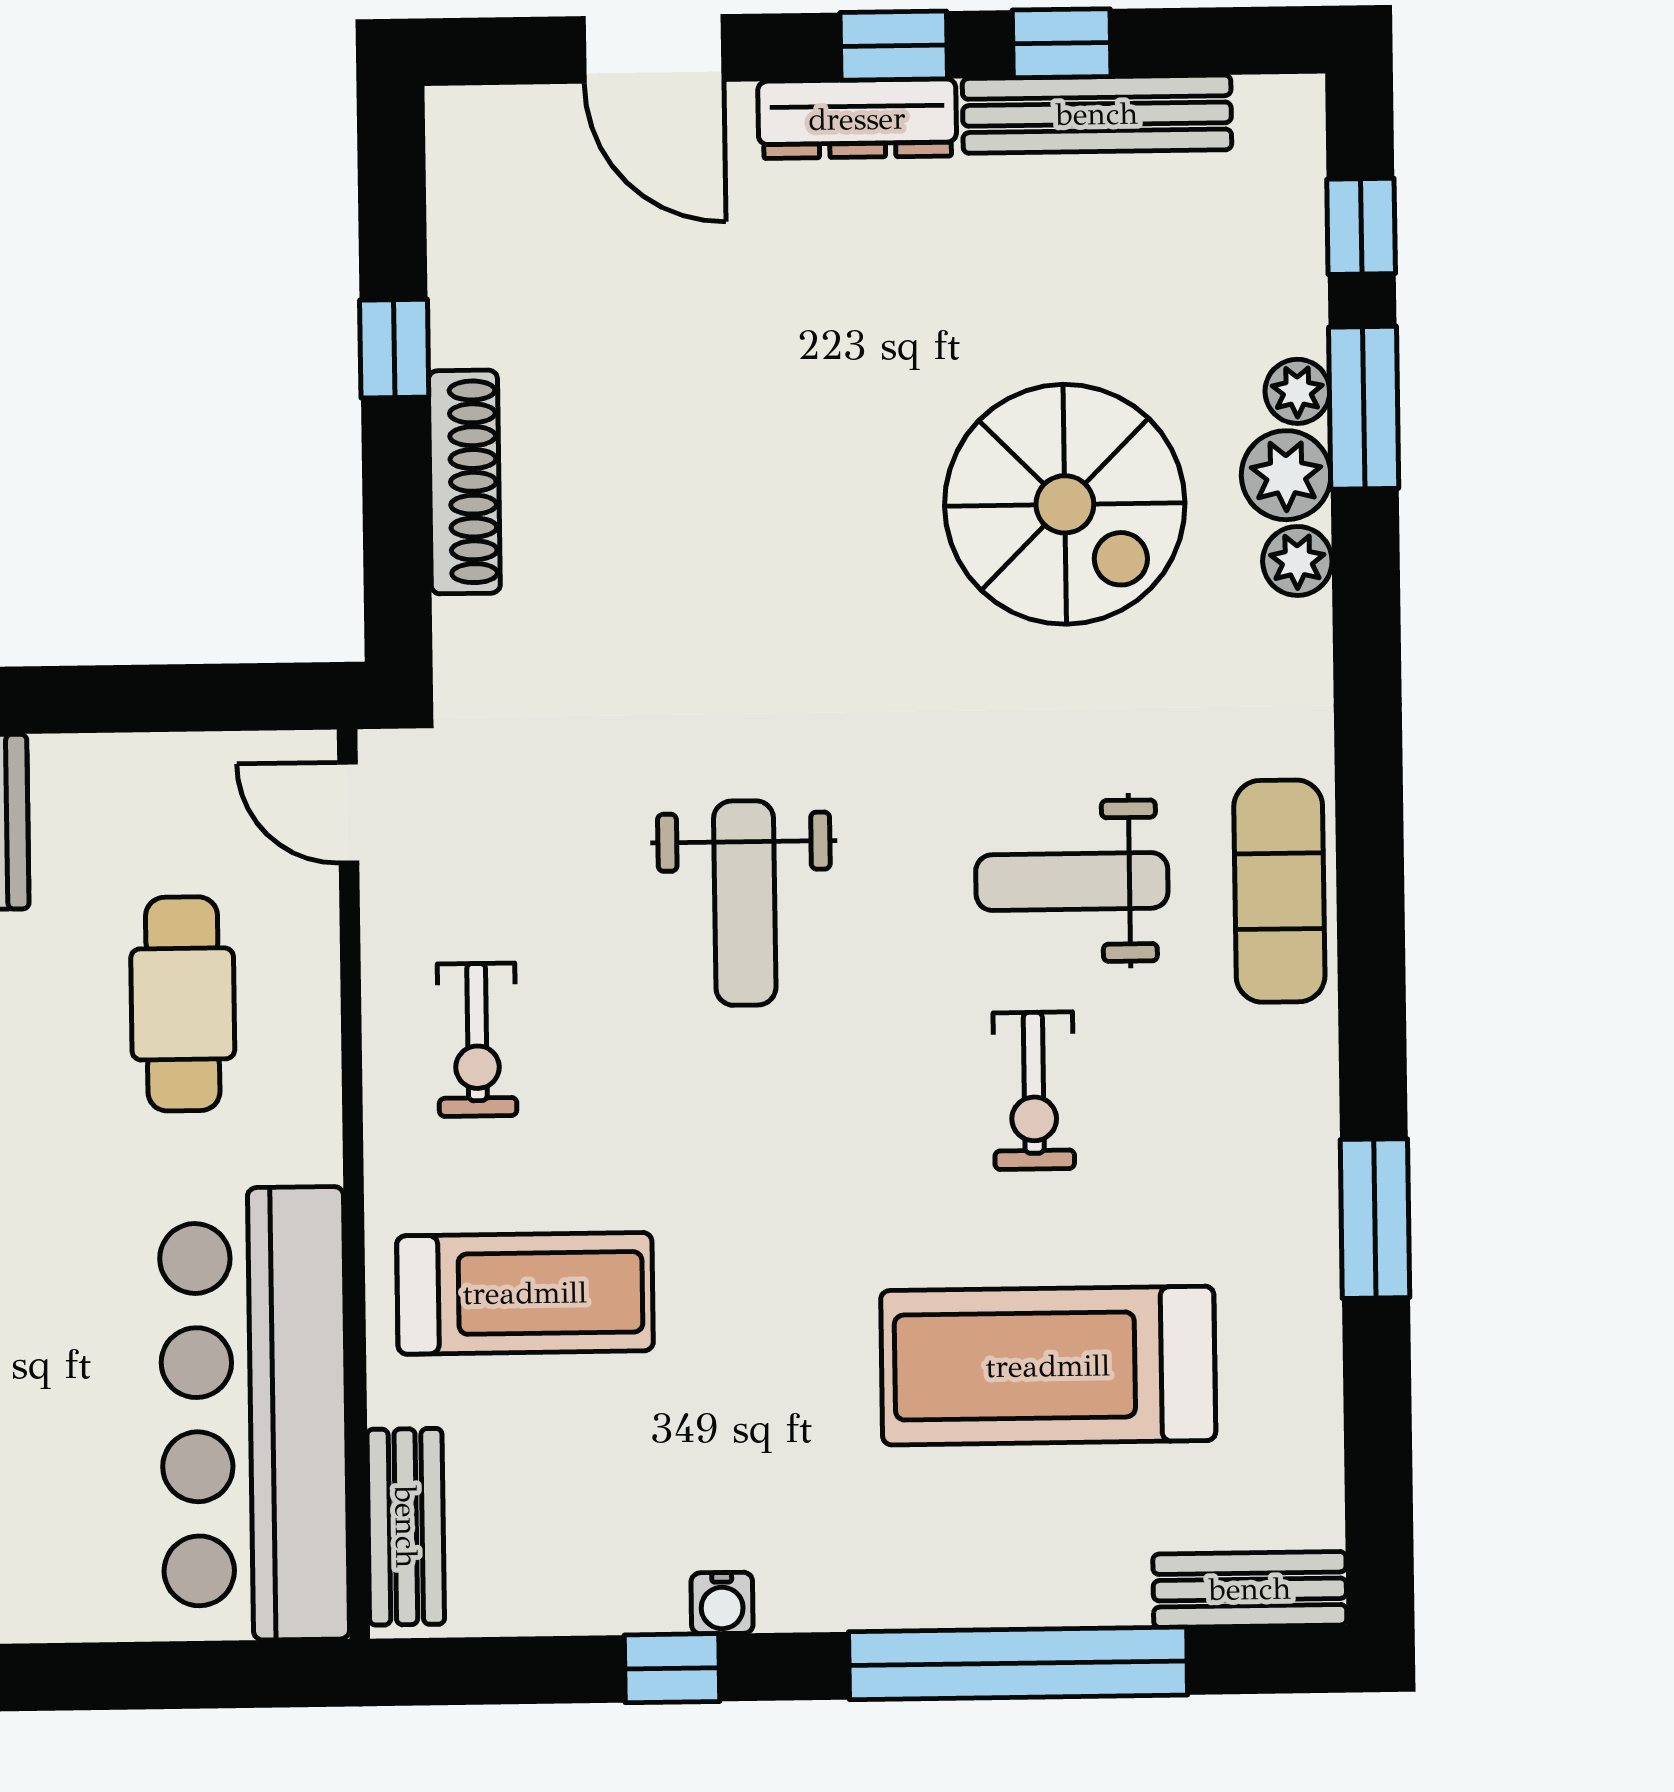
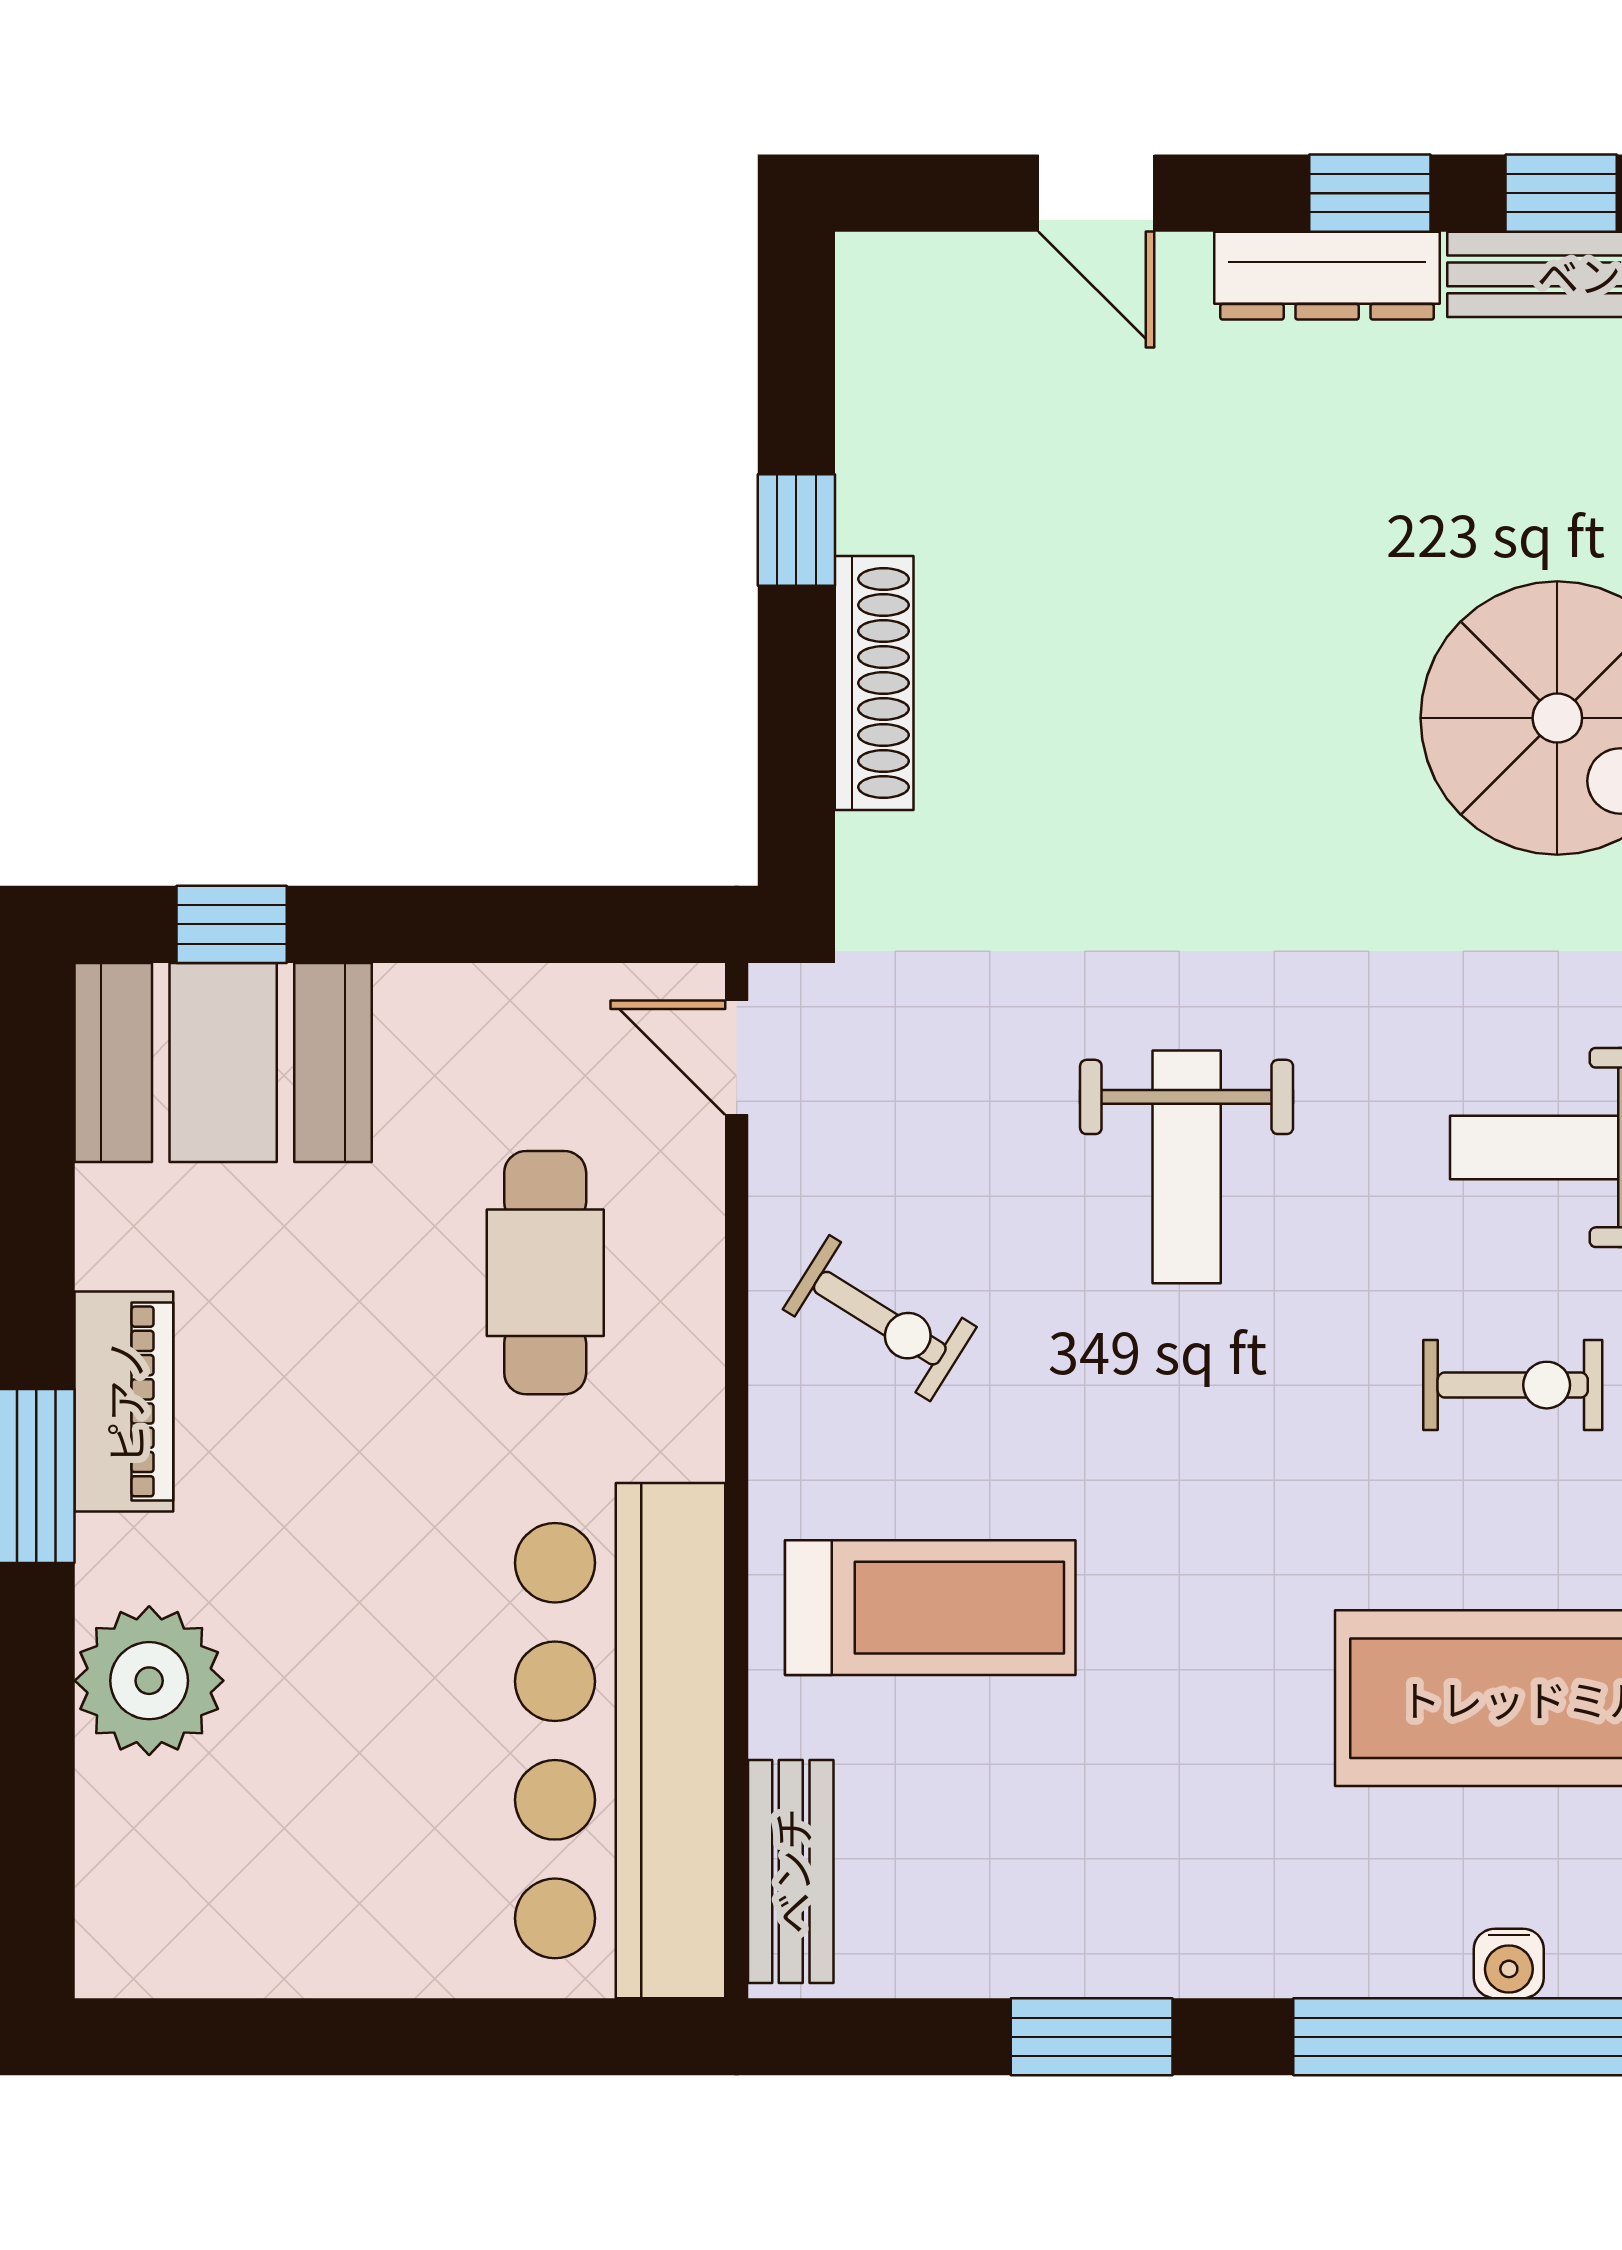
door: (654, 49) -> (1096, 193), width x0.73
exercise bike: (477, 1040) -> (880, 1318), turned -58
exercise bike: (1034, 1091) -> (1513, 1385), turned -90
water cooler: (722, 1603) -> (1509, 1963), moved
window: (672, 1668) -> (1092, 2037), width x1.50

